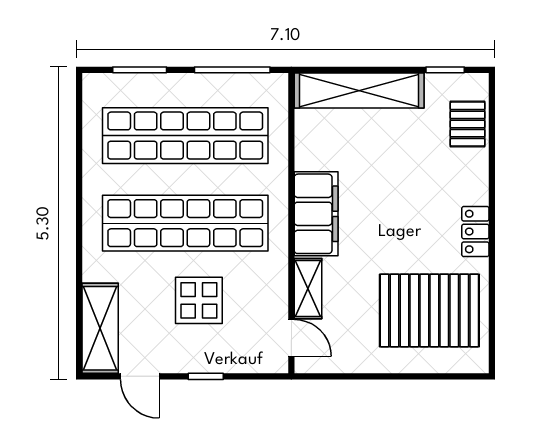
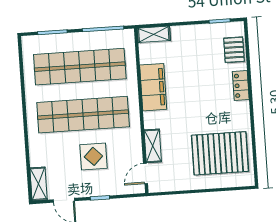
shelving: (359, 90) -> (154, 34), width x0.45, depth x0.75
filing cabinet: (316, 214) -> (153, 87), moved
locker: (475, 232) -> (241, 86), moved
shelving: (100, 328) -> (38, 184), width x0.67, depth x0.75
door: (291, 338) -> (145, 173), swing flipped

